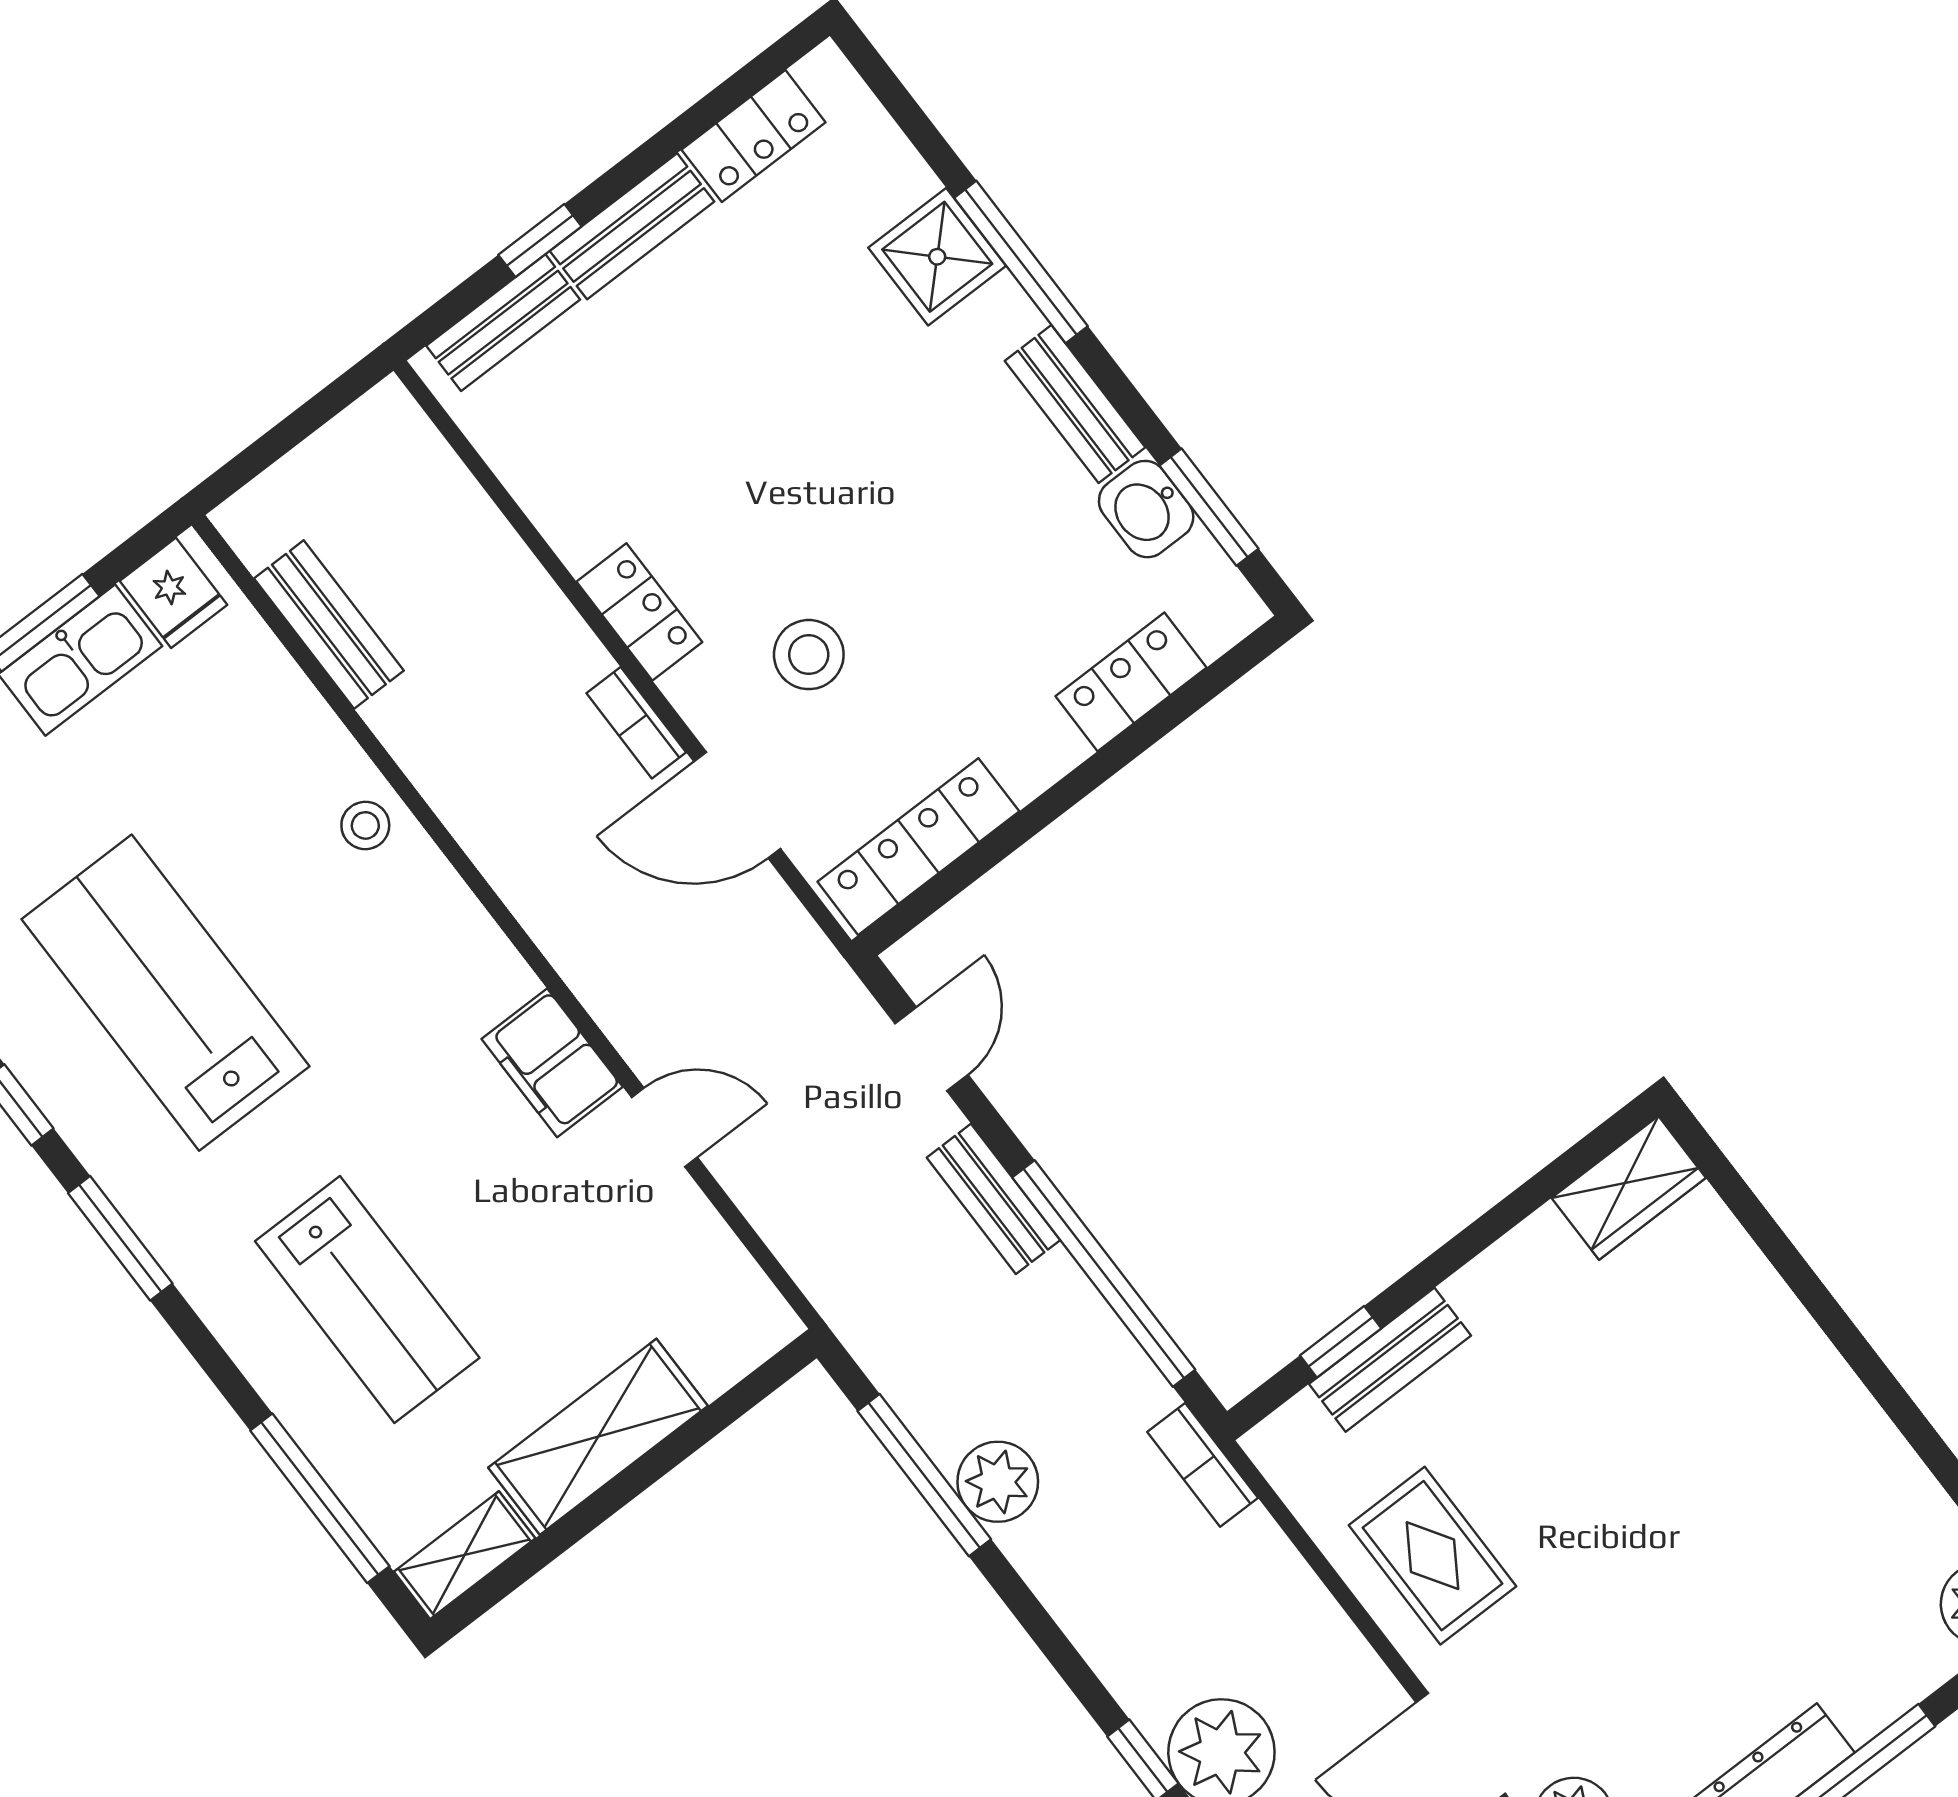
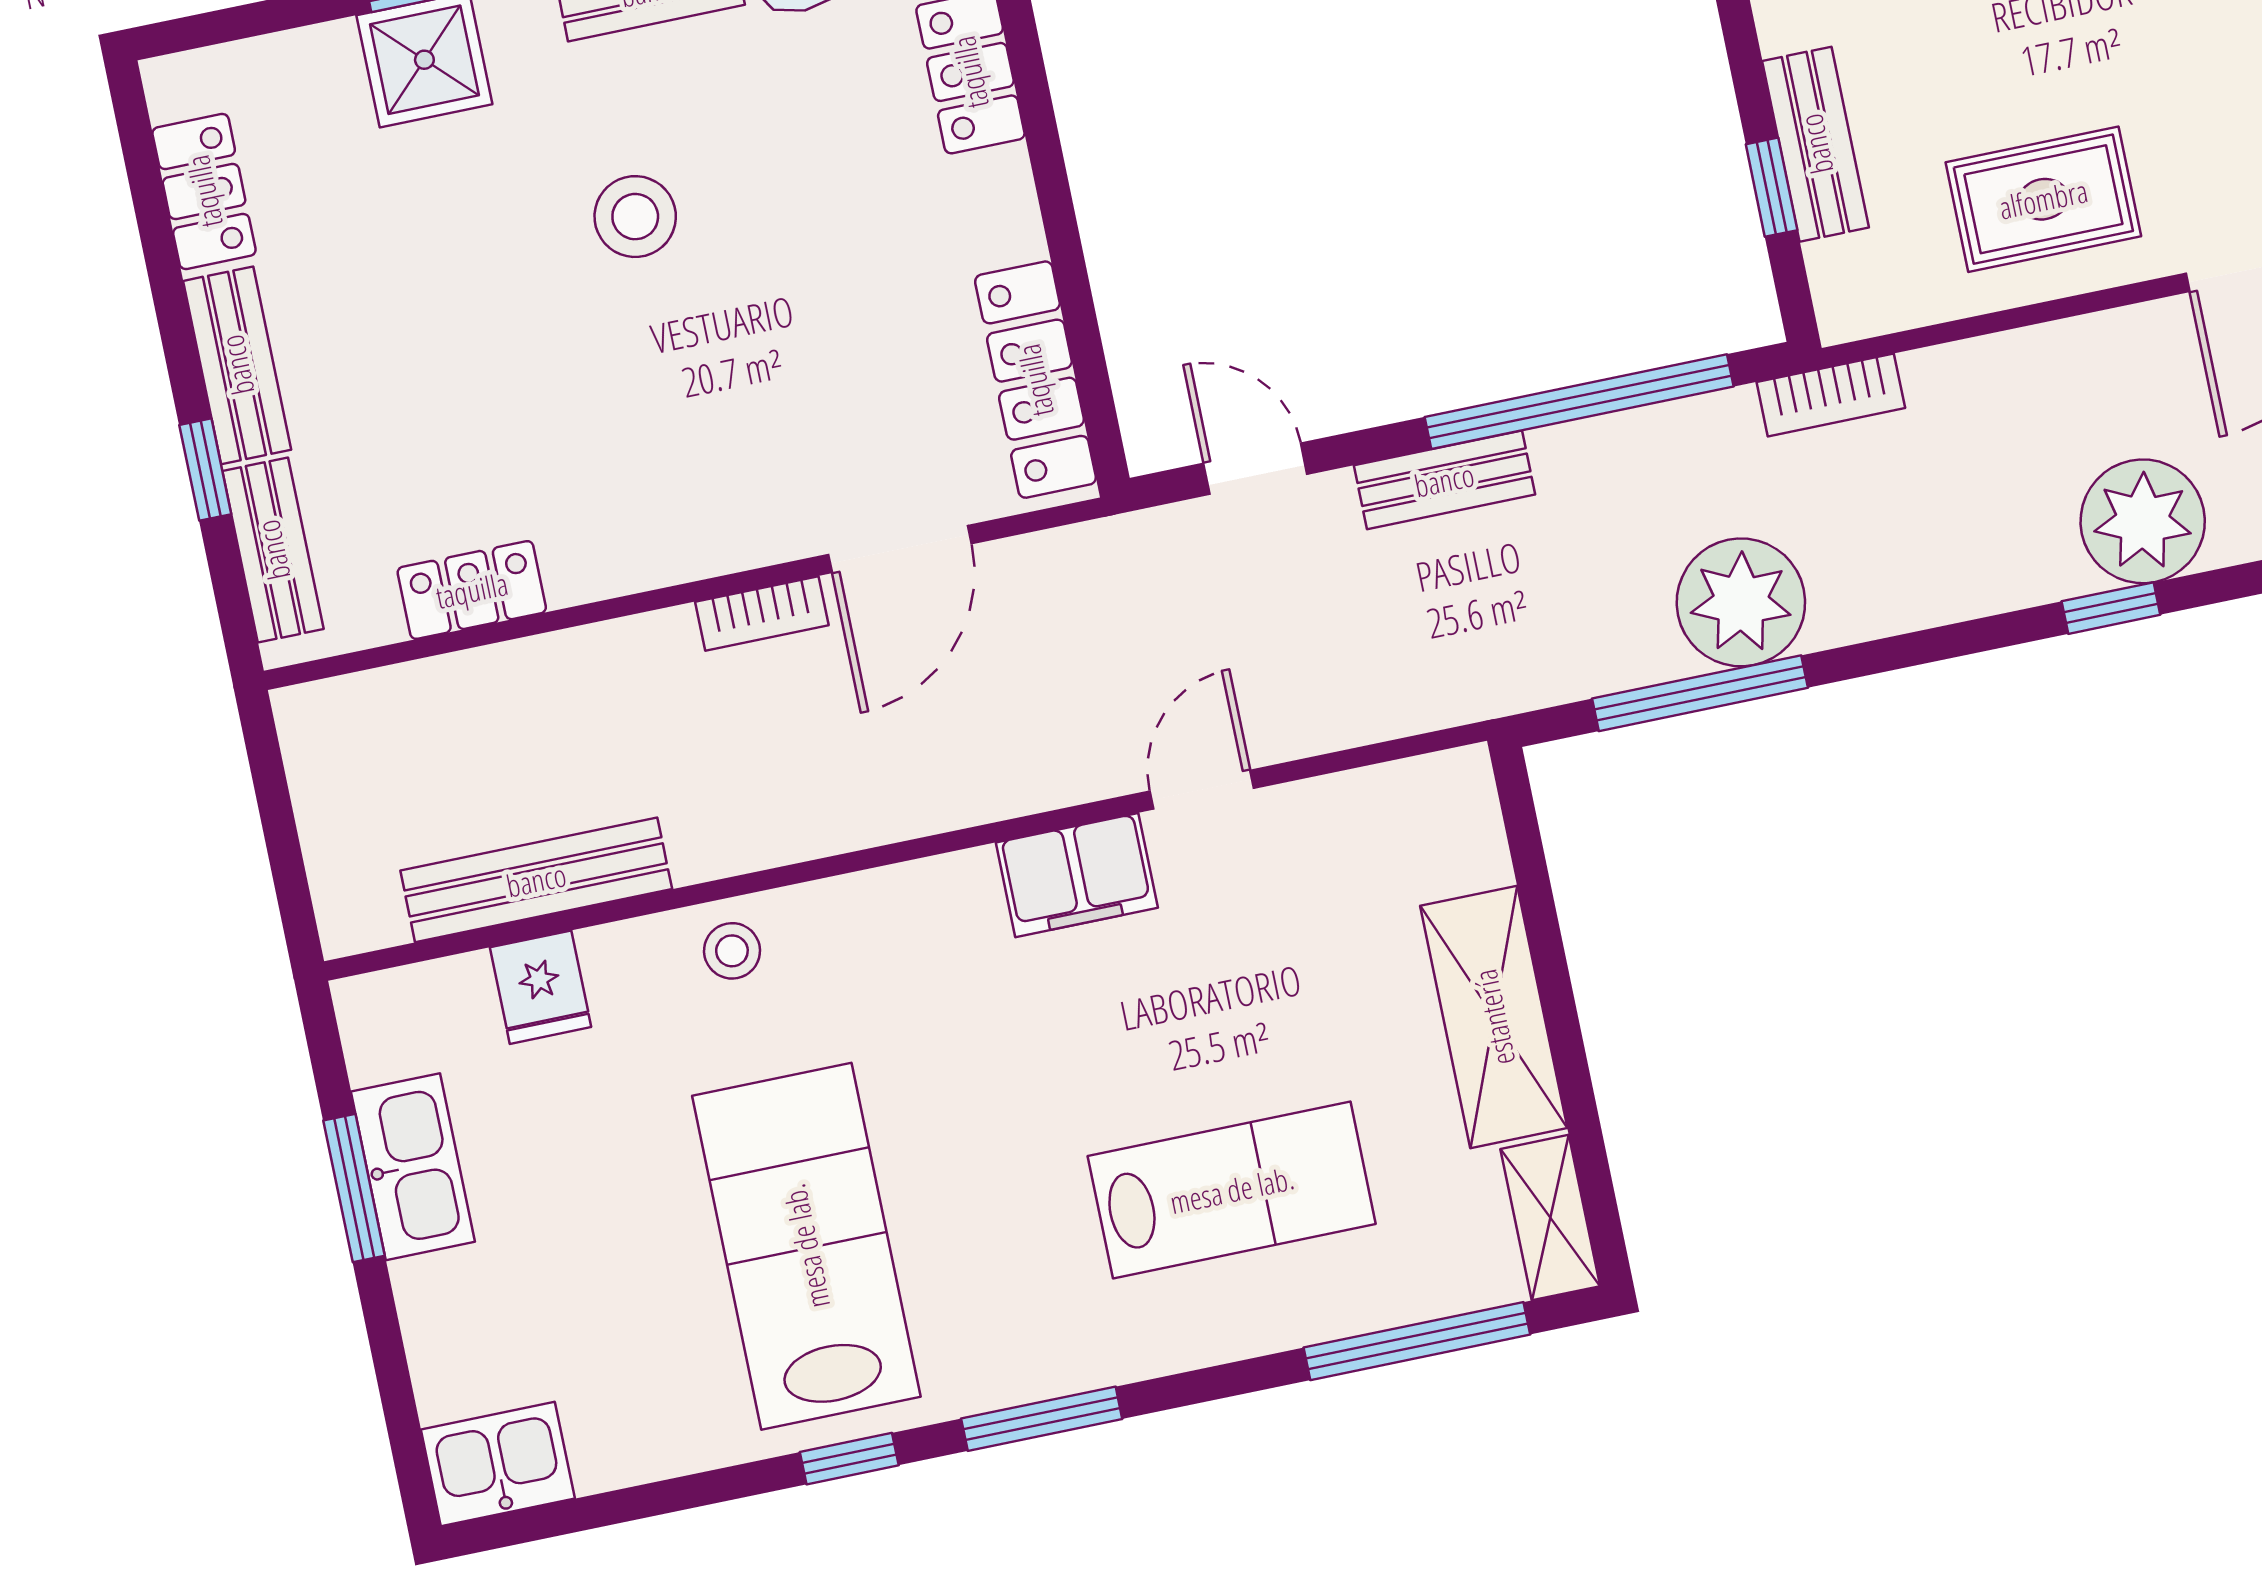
fridge: (173, 593) -> (541, 987), moved, turned 90
locker: (639, 612) -> (472, 590), moved
bench: (329, 624) -> (536, 880), width x1.36
stool: (809, 655) -> (635, 217), moved
lab bench: (165, 993) -> (806, 1246), turned 90
plant: (998, 1482) -> (1741, 602), width x1.36, depth x1.36

